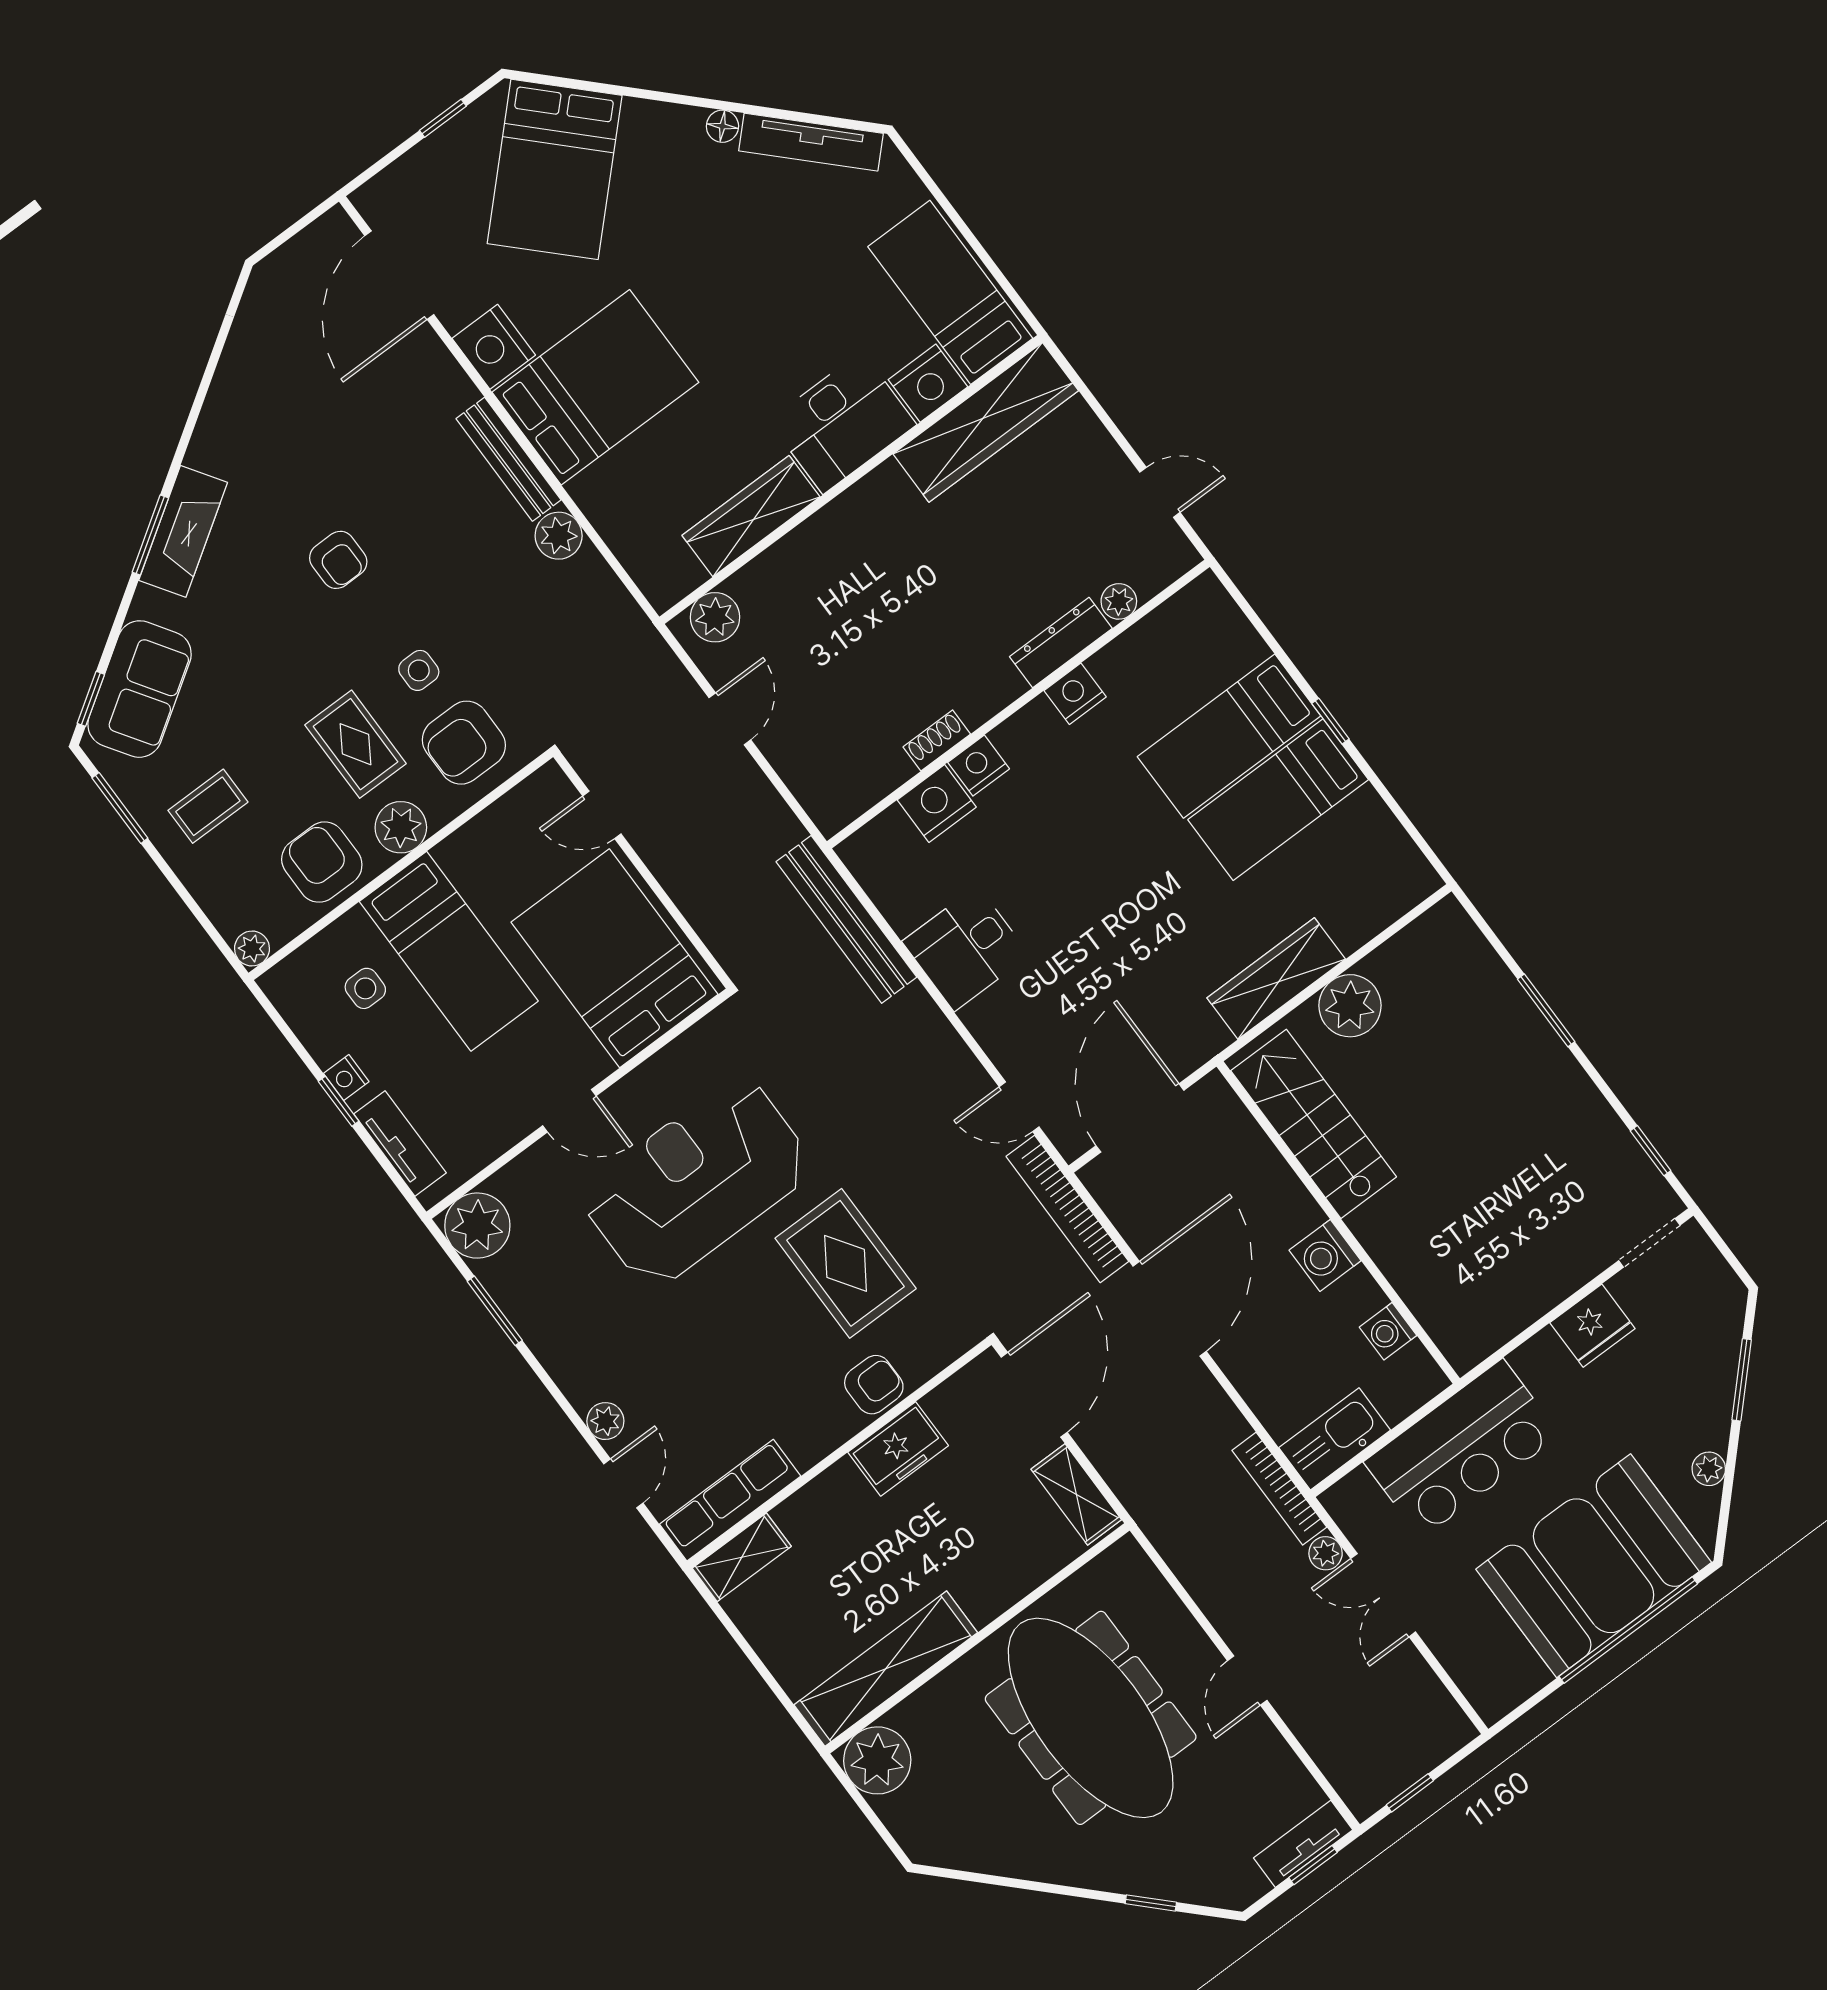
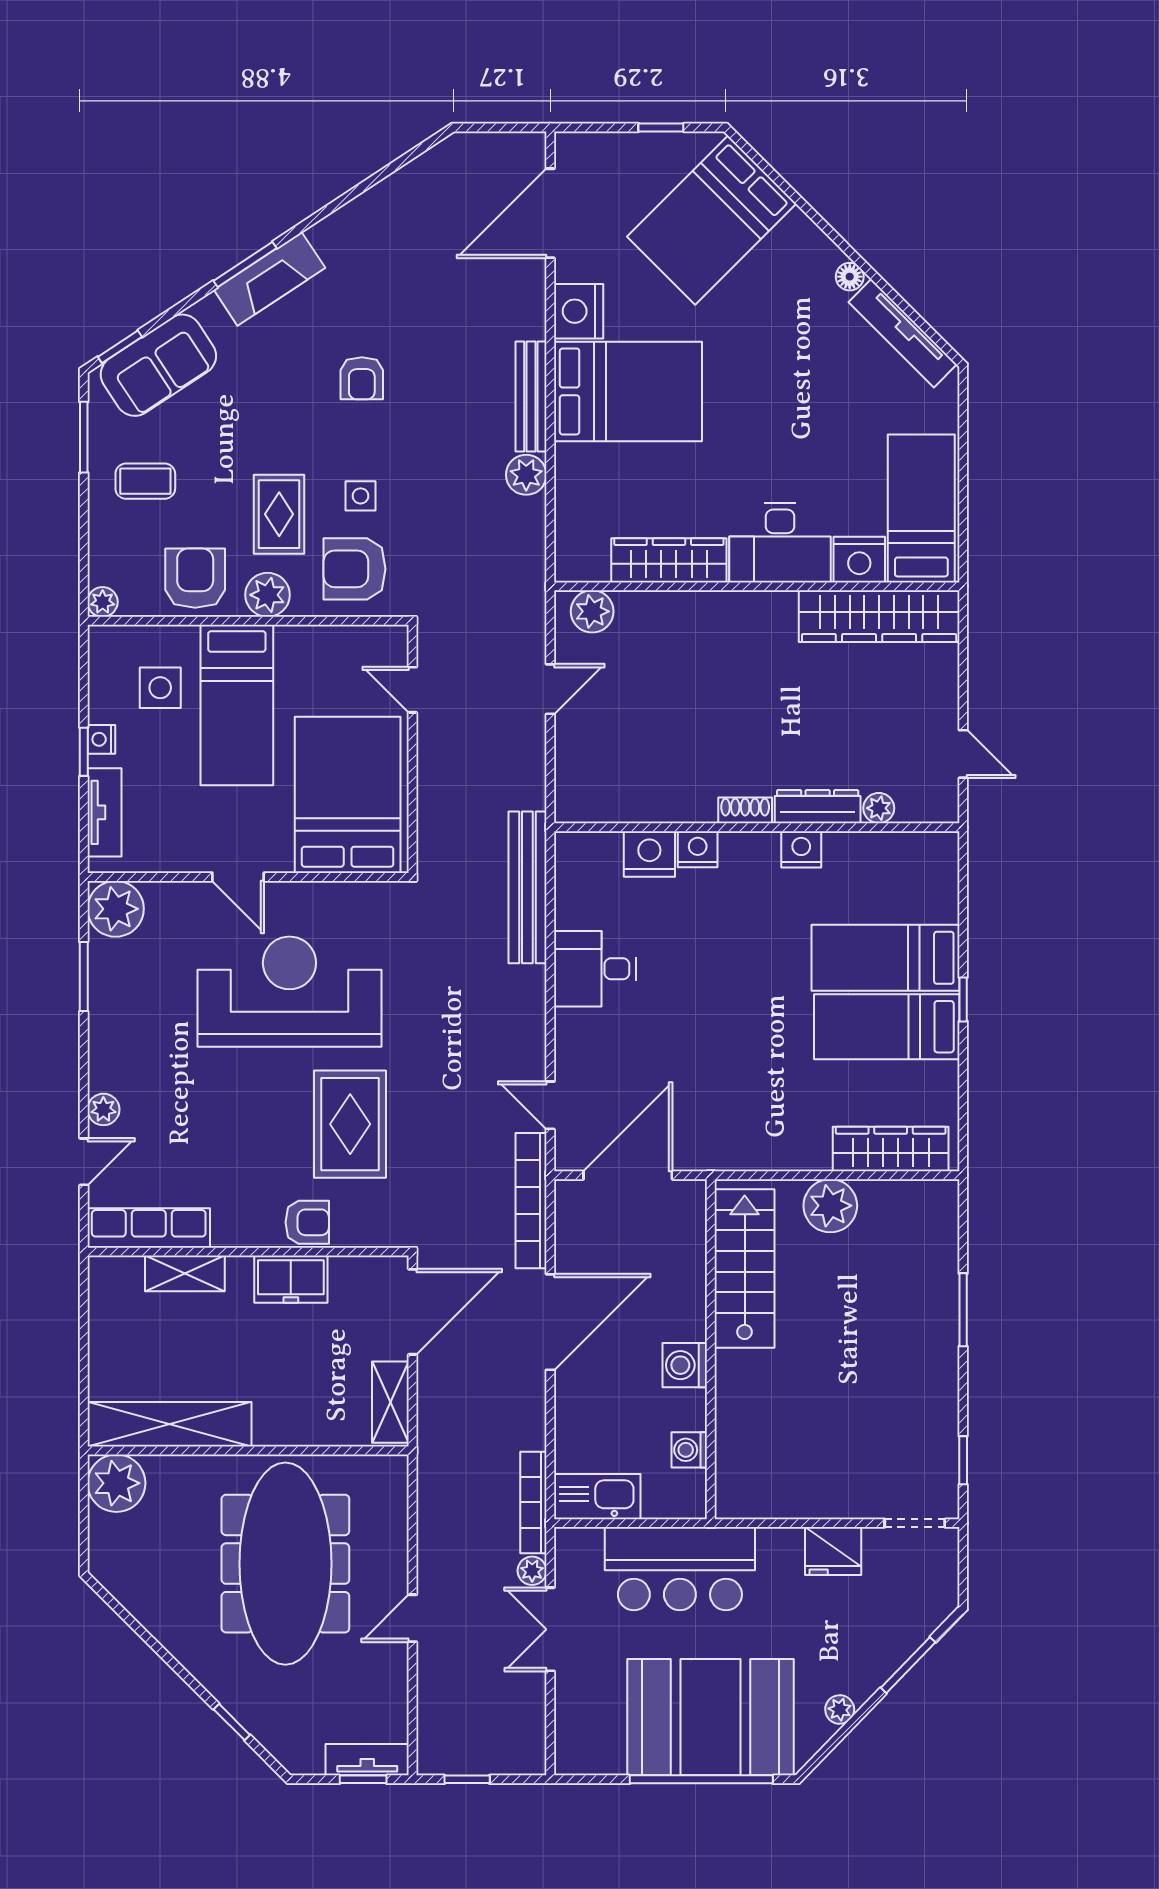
shoe rack: (937, 740) -> (745, 810), moved
wardrobe: (1276, 979) -> (891, 1149), moved
side table: (365, 988) -> (160, 688), width x1.37, depth x1.37
shelving: (742, 1557) -> (185, 1273), moved

